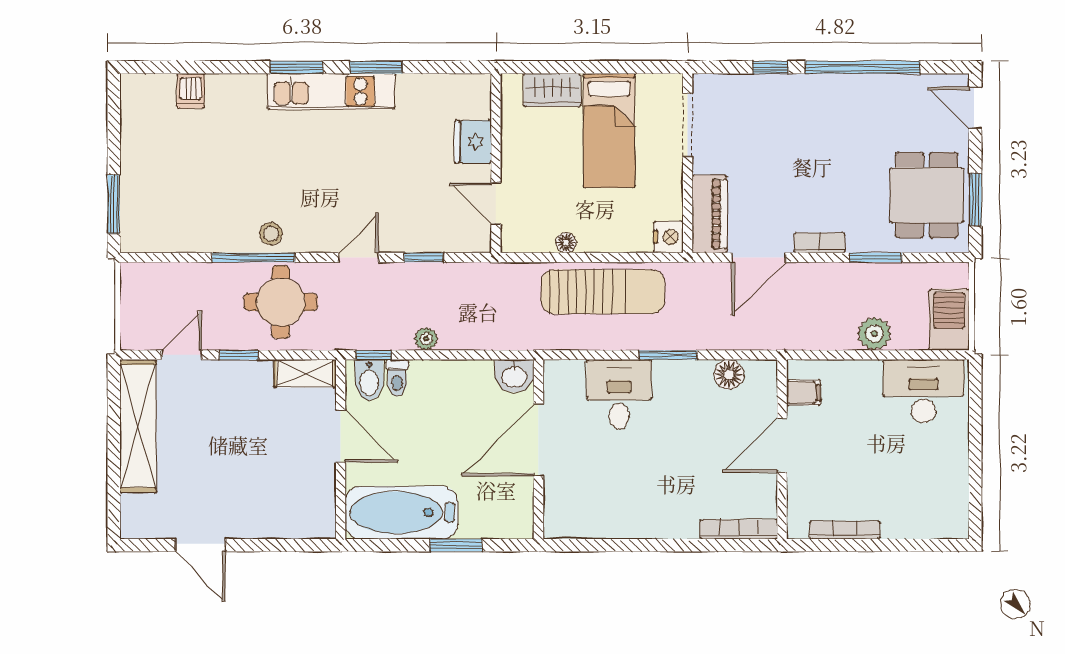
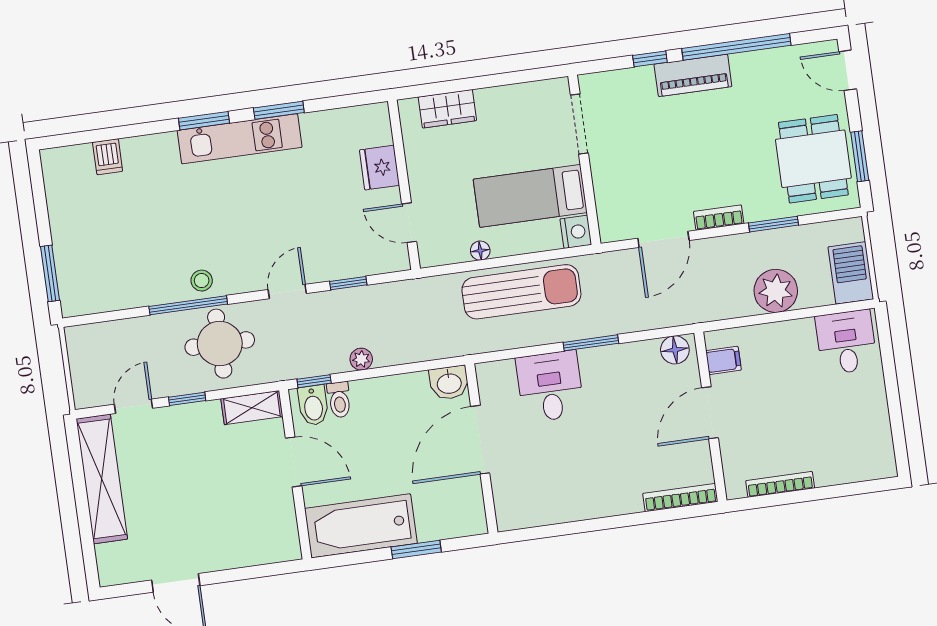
bed: (609, 130) -> (530, 196), moved, turned 90
piano: (710, 214) -> (693, 75), moved, turned 90
plant: (874, 334) -> (776, 291), width x1.36, depth x1.36
floor lamp: (729, 374) -> (675, 350), moved
desk: (923, 391) -> (846, 342), width x0.73

